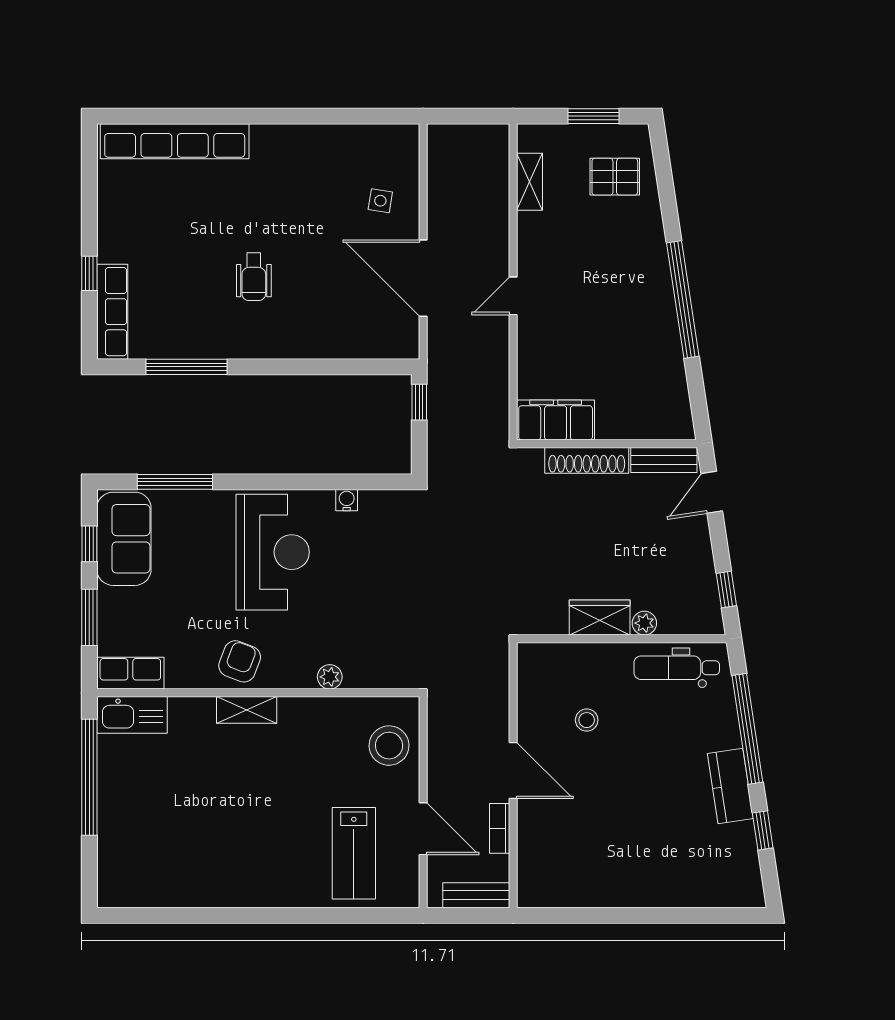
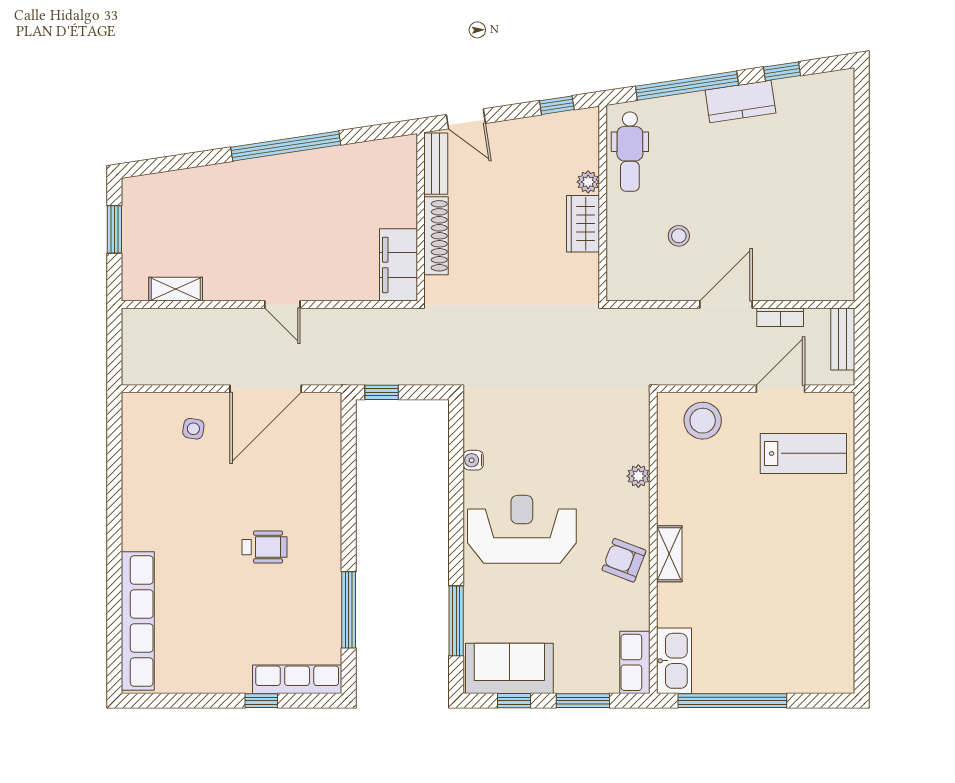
pallet: (615, 177) -> (171, 210), removed

